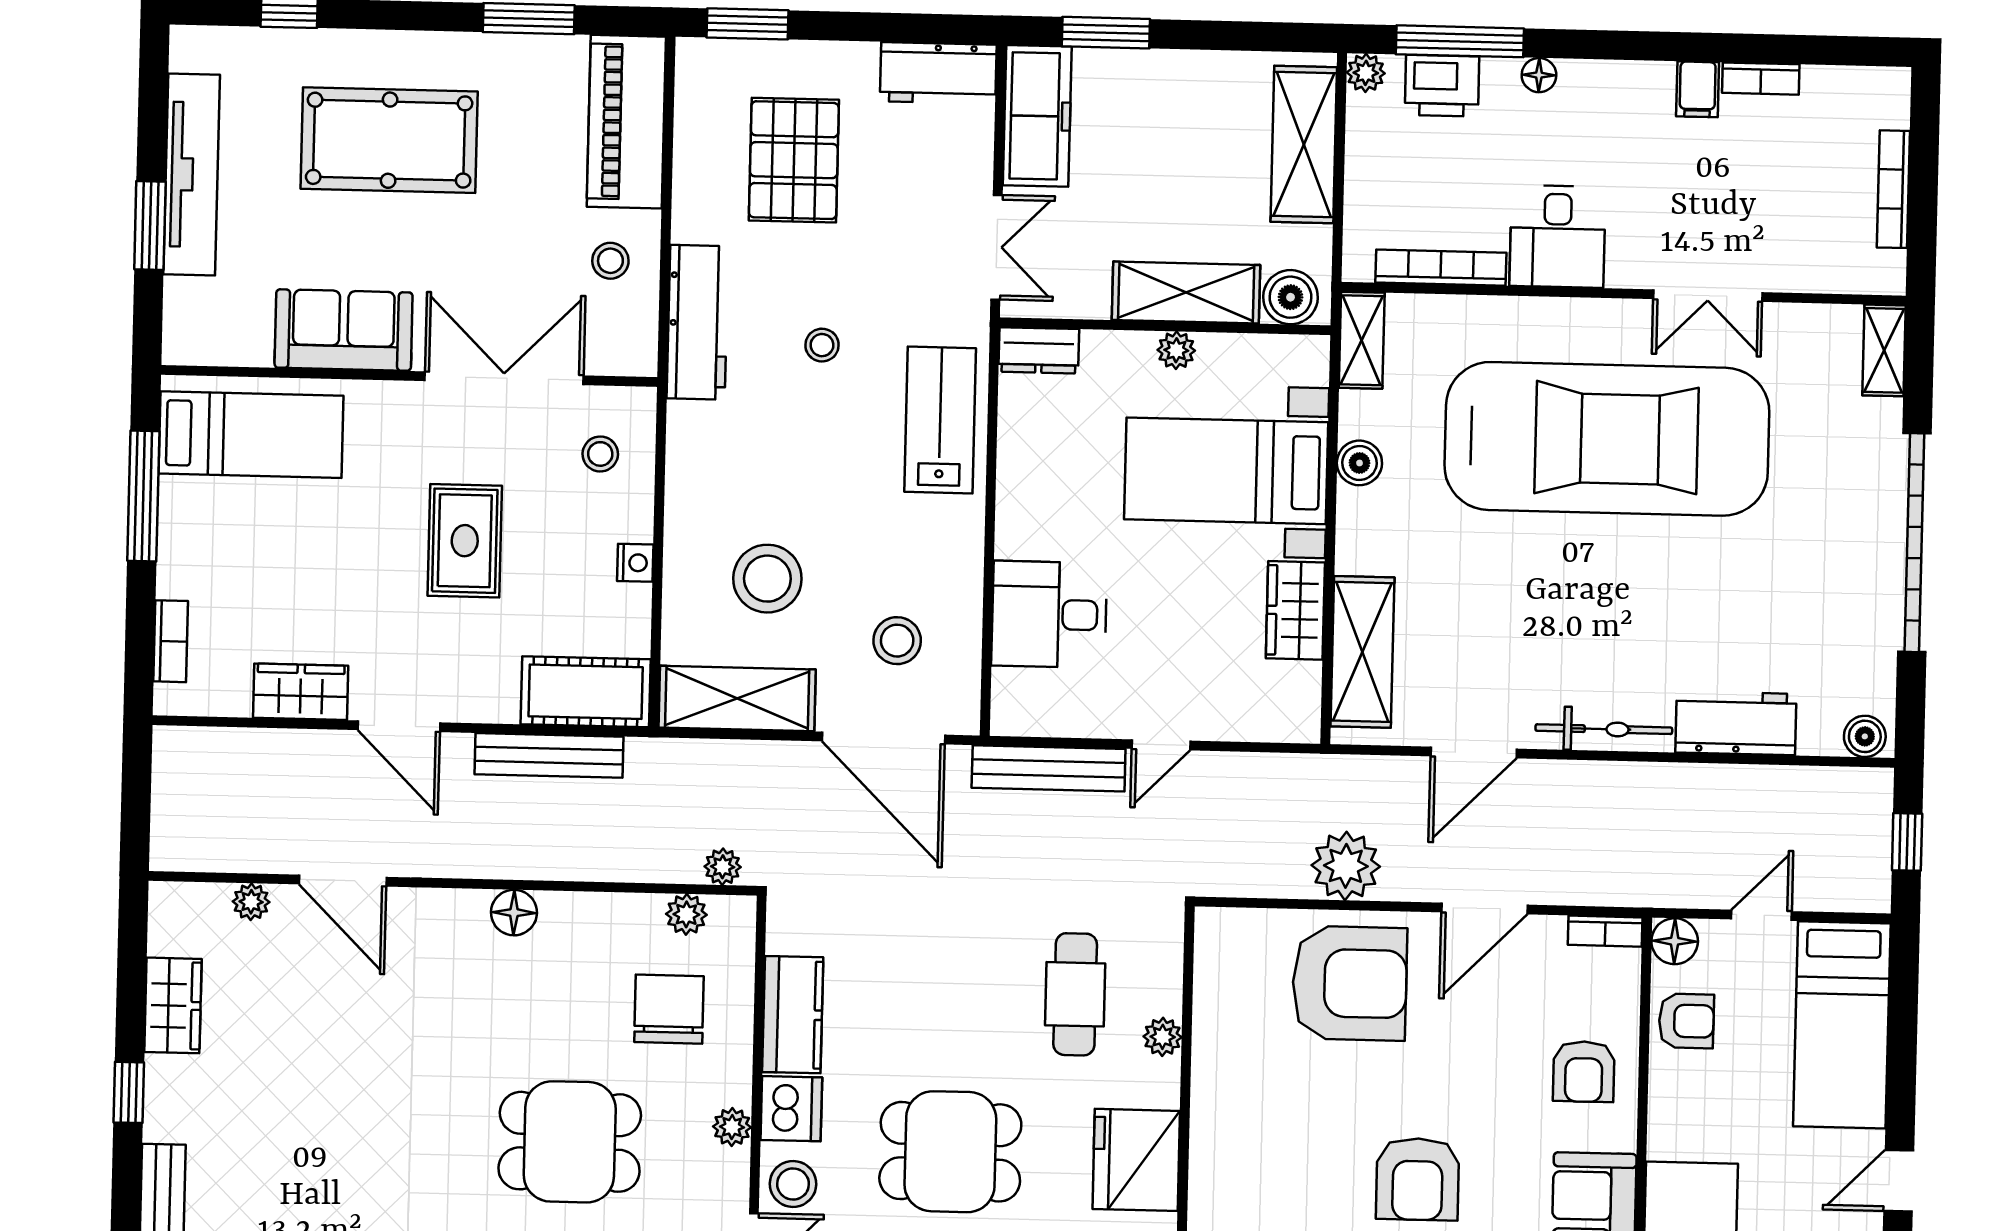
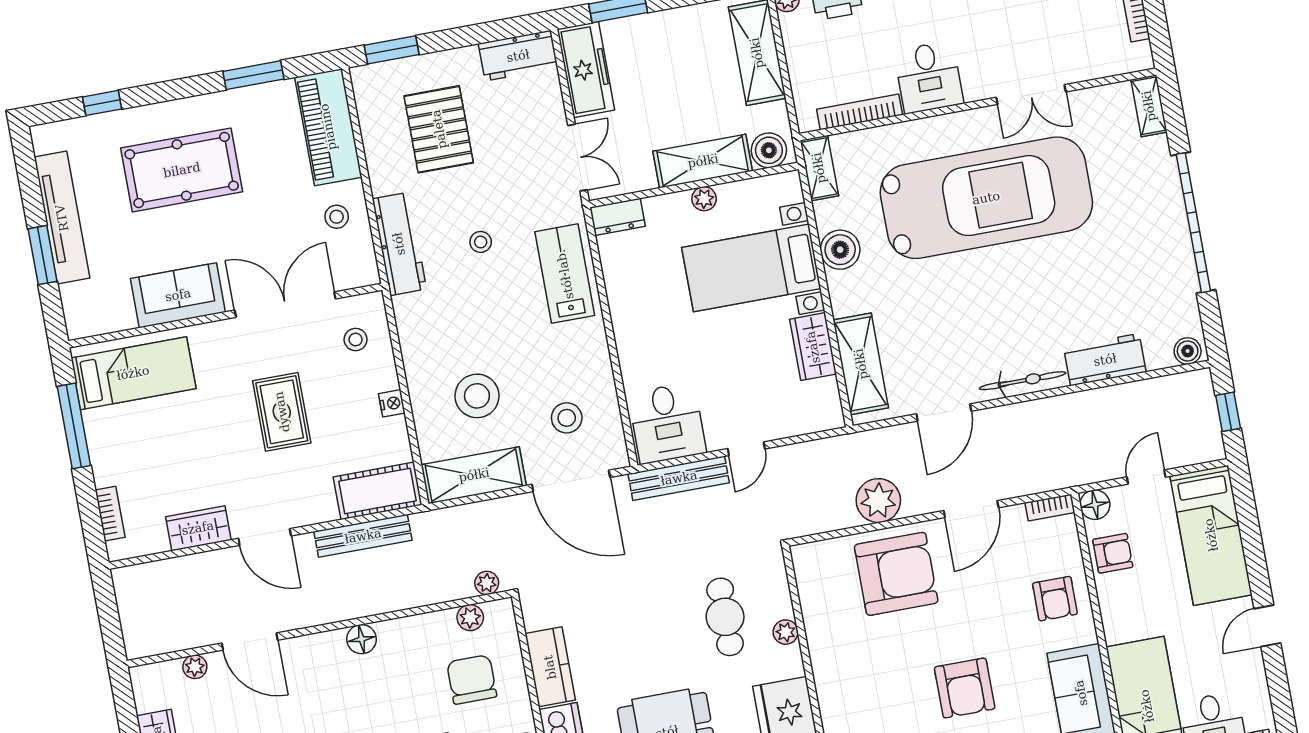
boiler: (1359, 463) -> (840, 250), width x1.36, depth x1.36
desk: (1049, 614) -> (667, 423), moved, turned -90

